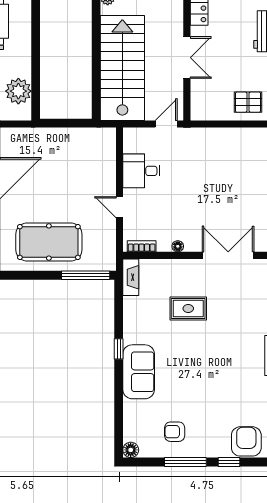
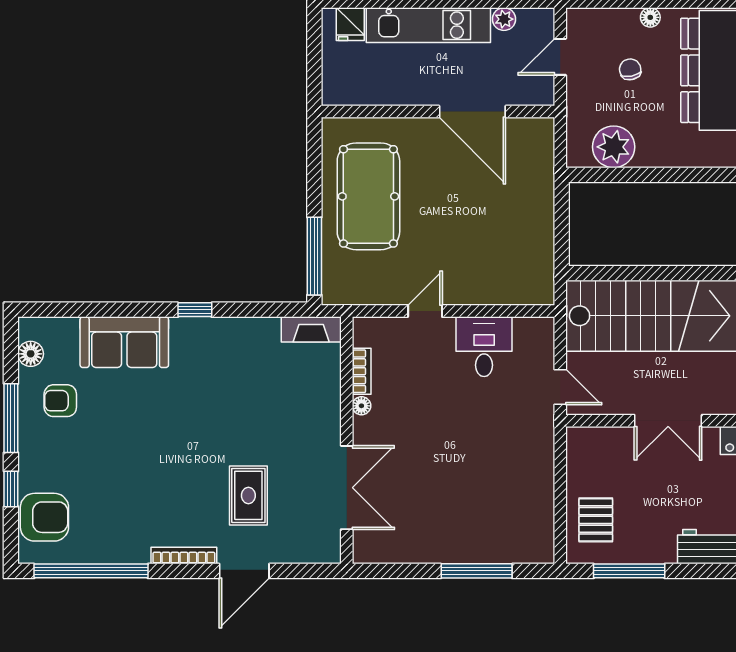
bookcase: (142, 246) -> (362, 371), moved
rug: (188, 308) -> (248, 495), moved
sofa: (139, 372) -> (124, 342), moved
armchair: (175, 432) -> (60, 401), turned -90
floor lamp: (131, 450) -> (31, 354), moved

